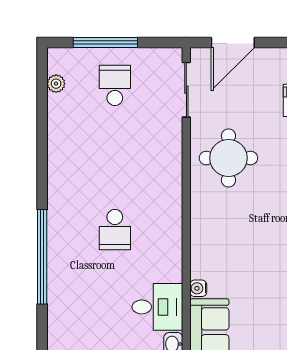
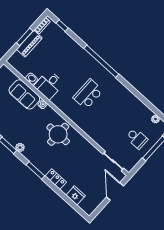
round table: (228, 158) -> (58, 134), moved
school desk: (115, 230) -> (88, 94), width x1.85

